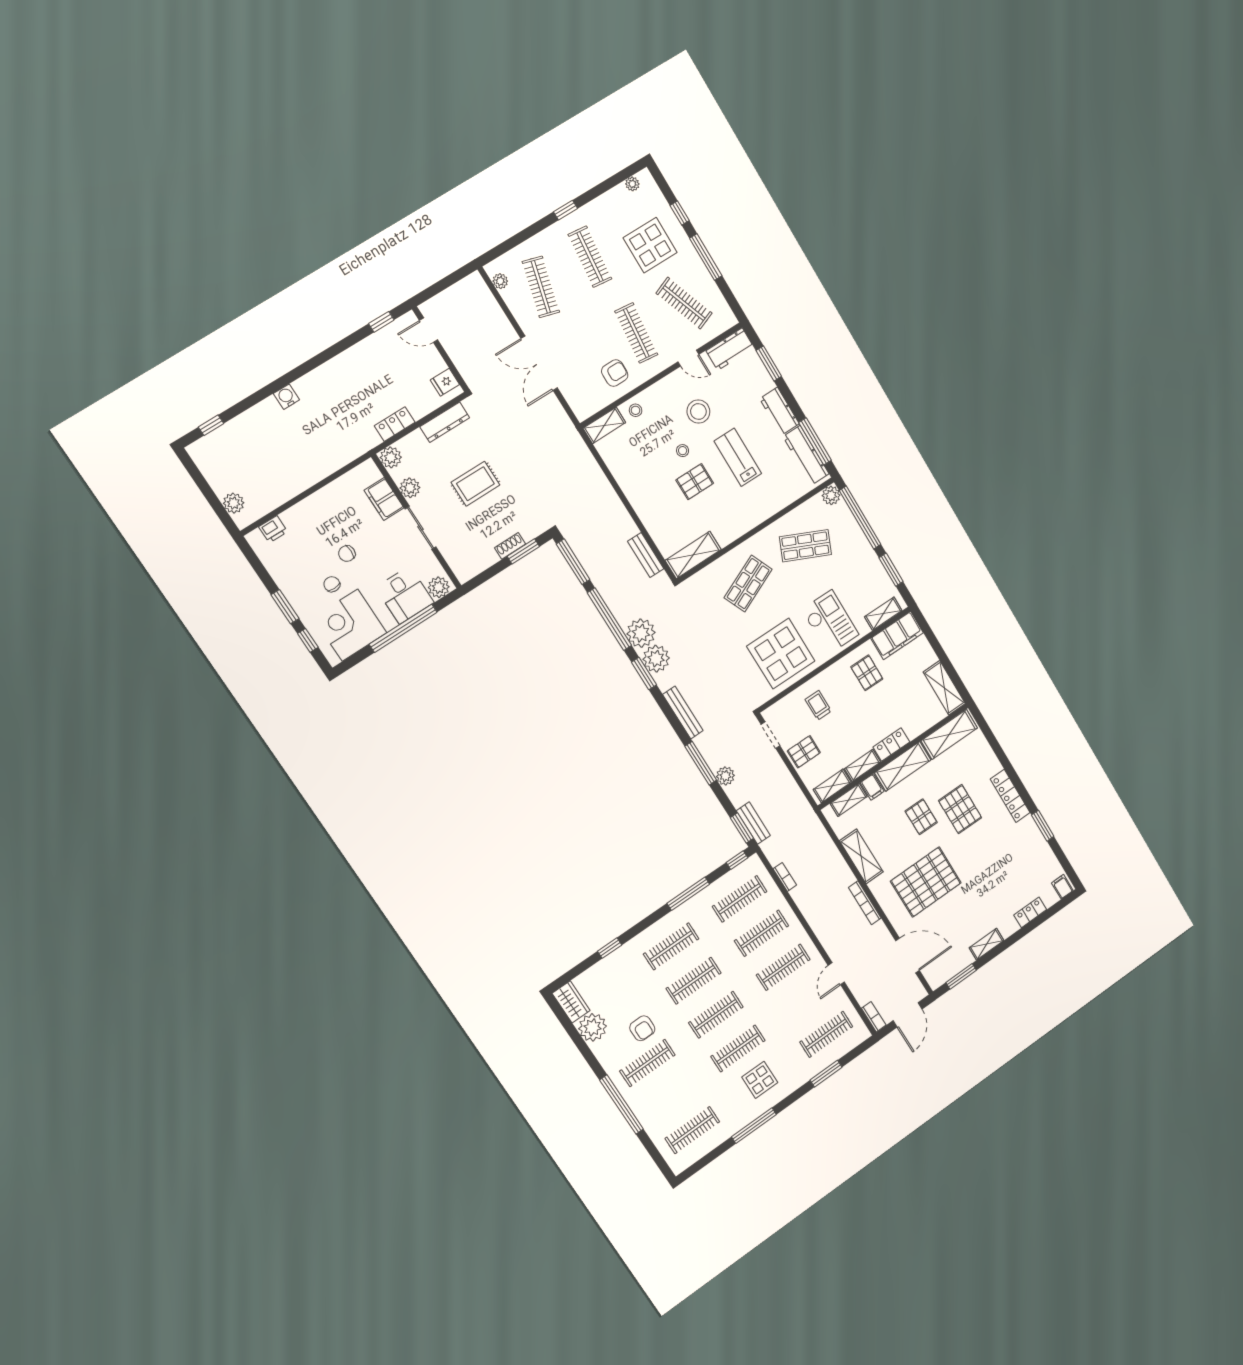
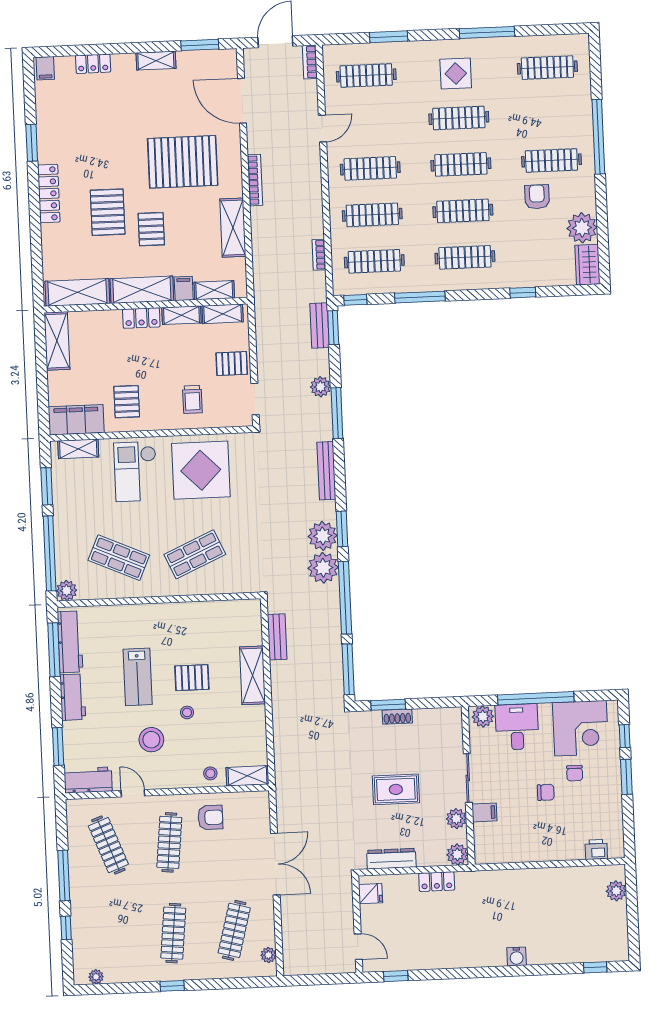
display table: (650, 245) -> (111, 914), removed
armchair: (615, 373) -> (210, 817), turned 180
filing cabinet: (384, 499) -> (484, 812), width x0.50
shelving: (693, 555) -> (252, 675), moved, turned 90

